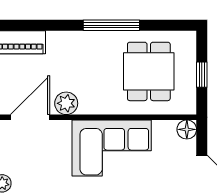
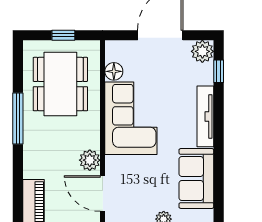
dining table: (149, 71) -> (60, 84), width x1.37
floor lamp: (187, 129) -> (114, 71), moved

